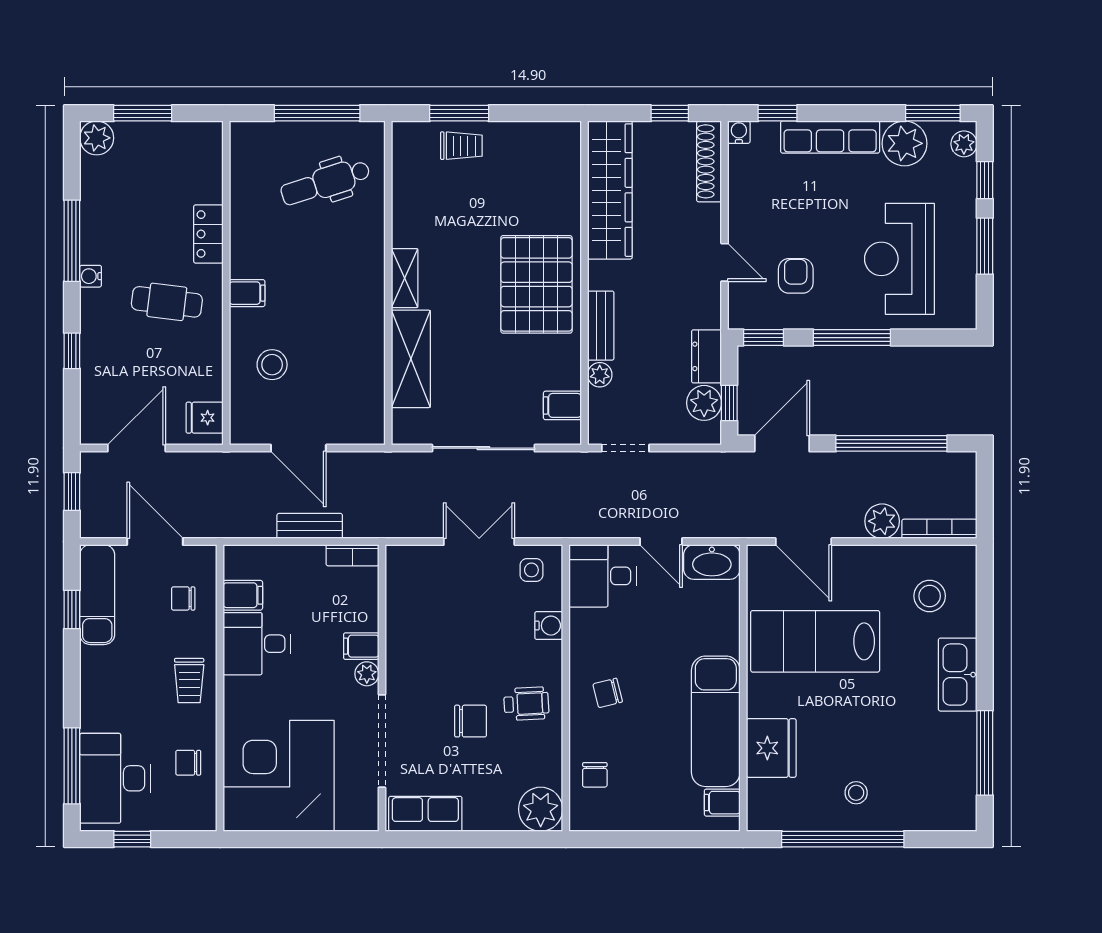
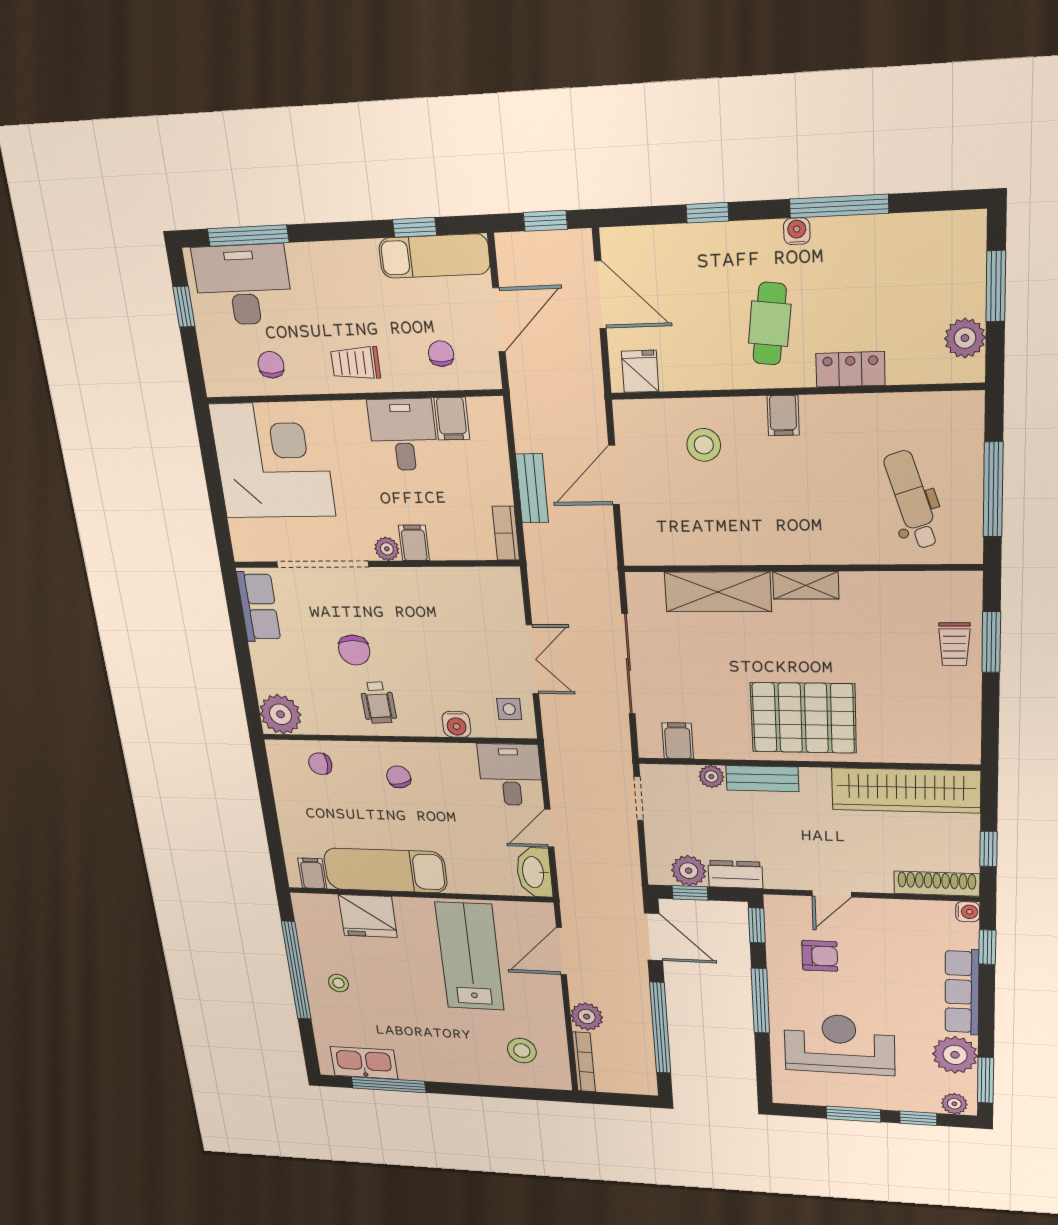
plant: (97, 138) -> (965, 338), moved
kitchen sink: (958, 675) -> (364, 1063), moved

